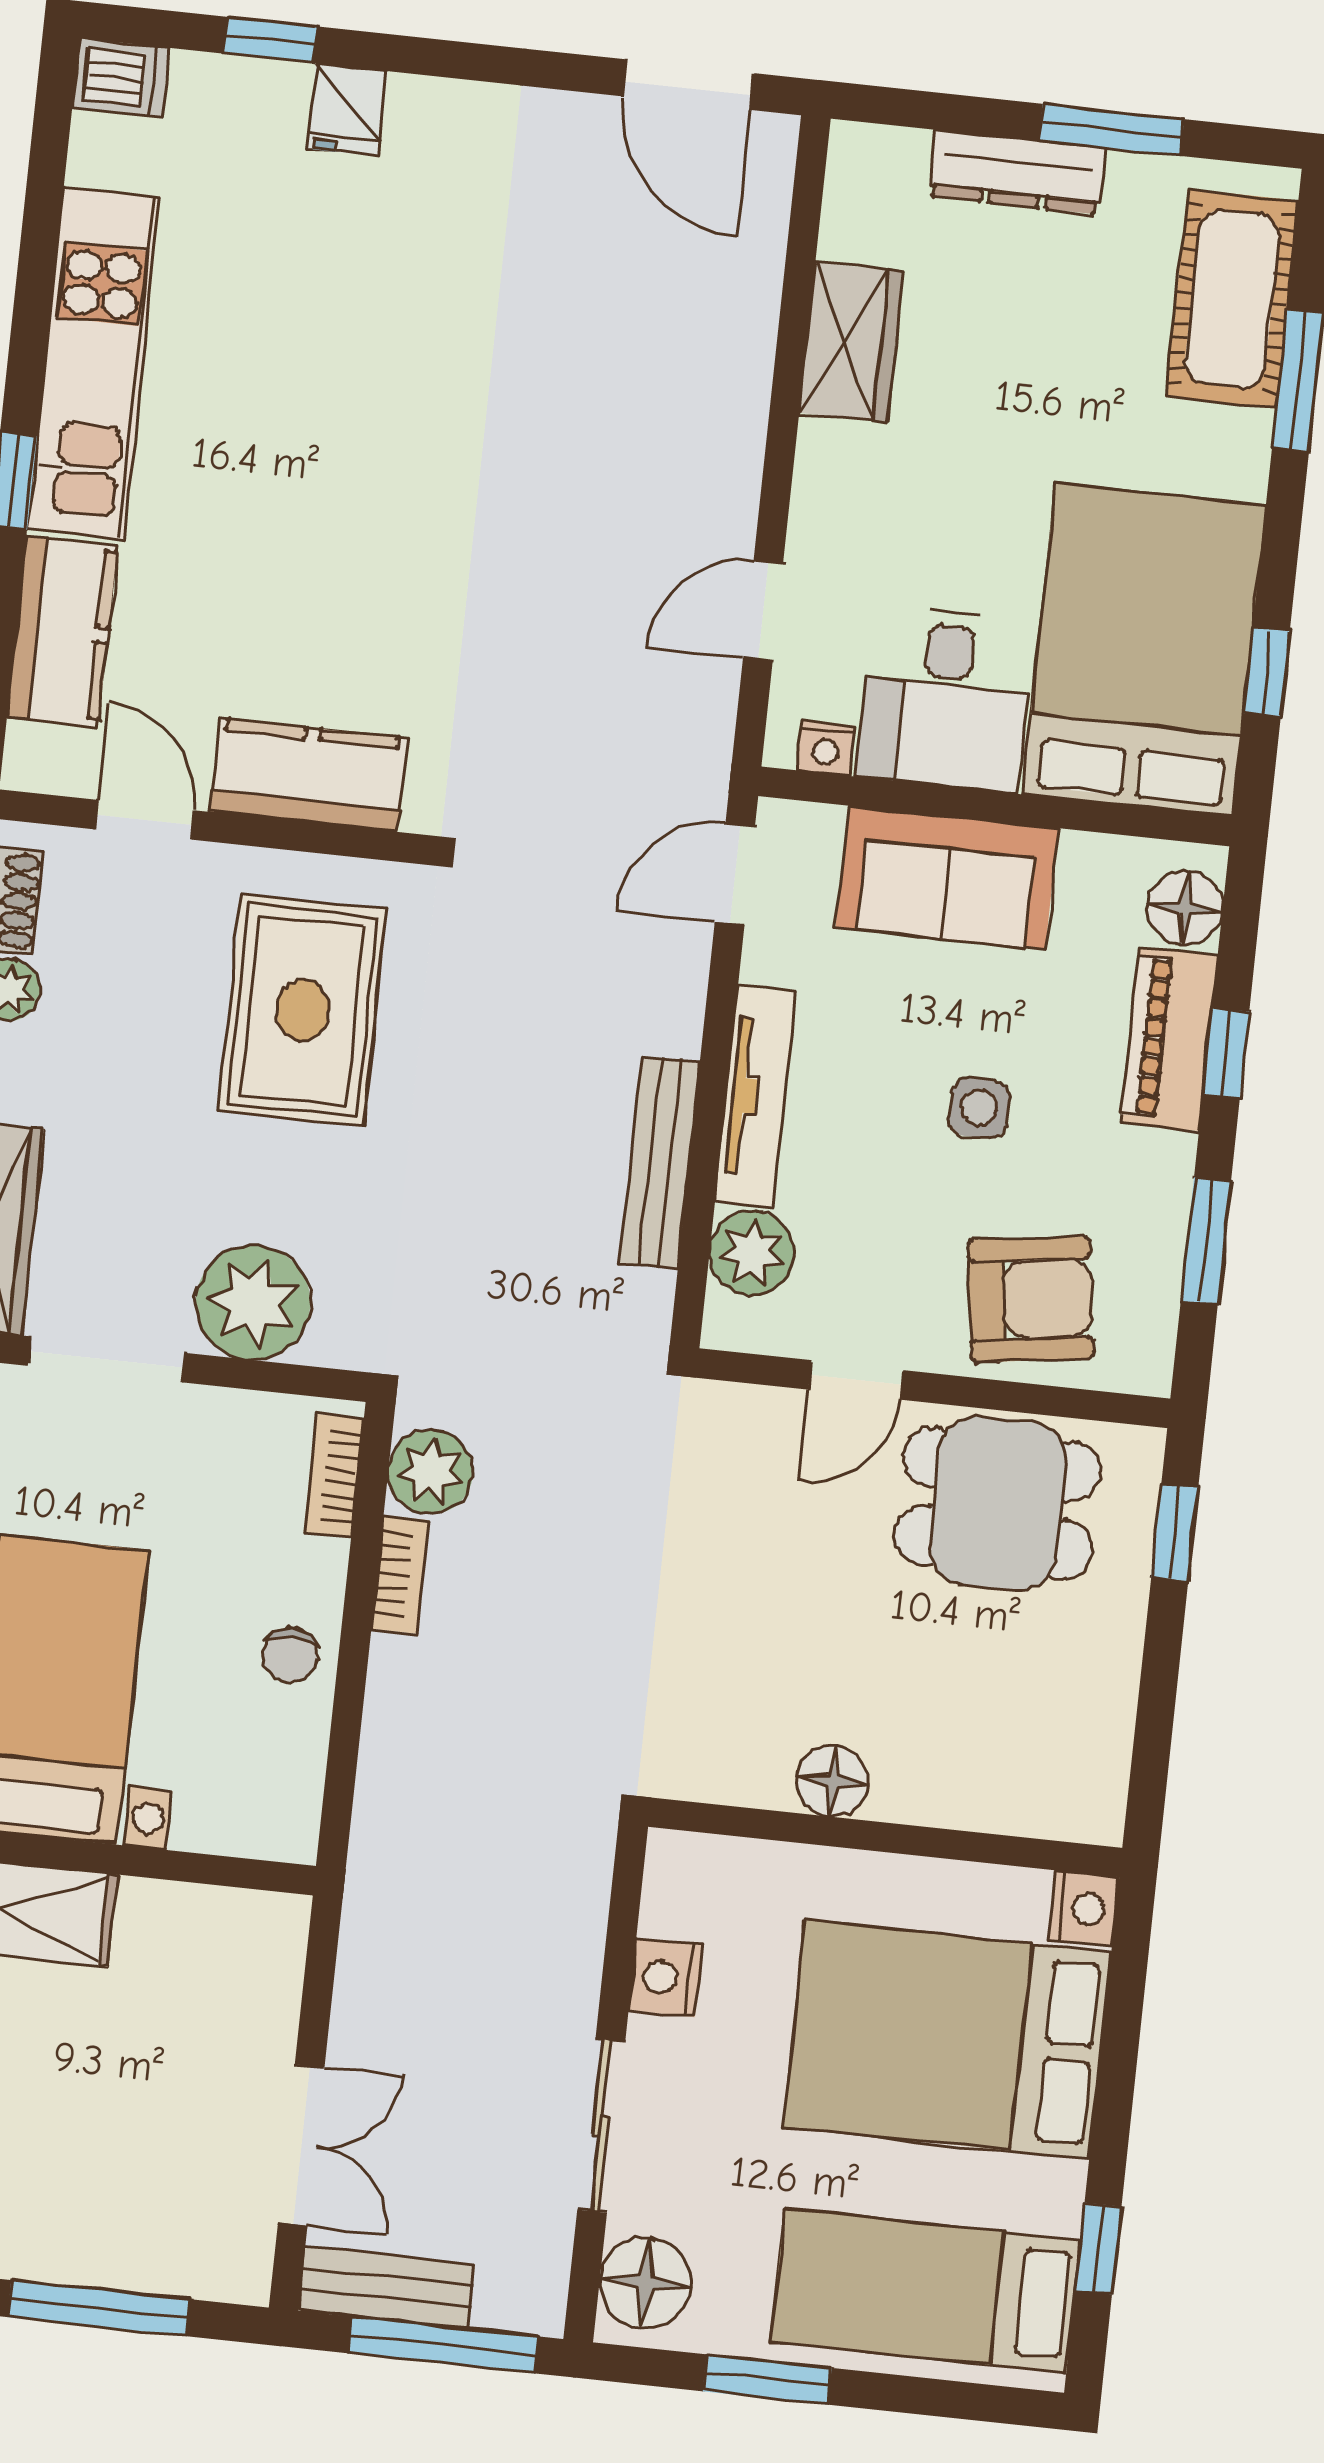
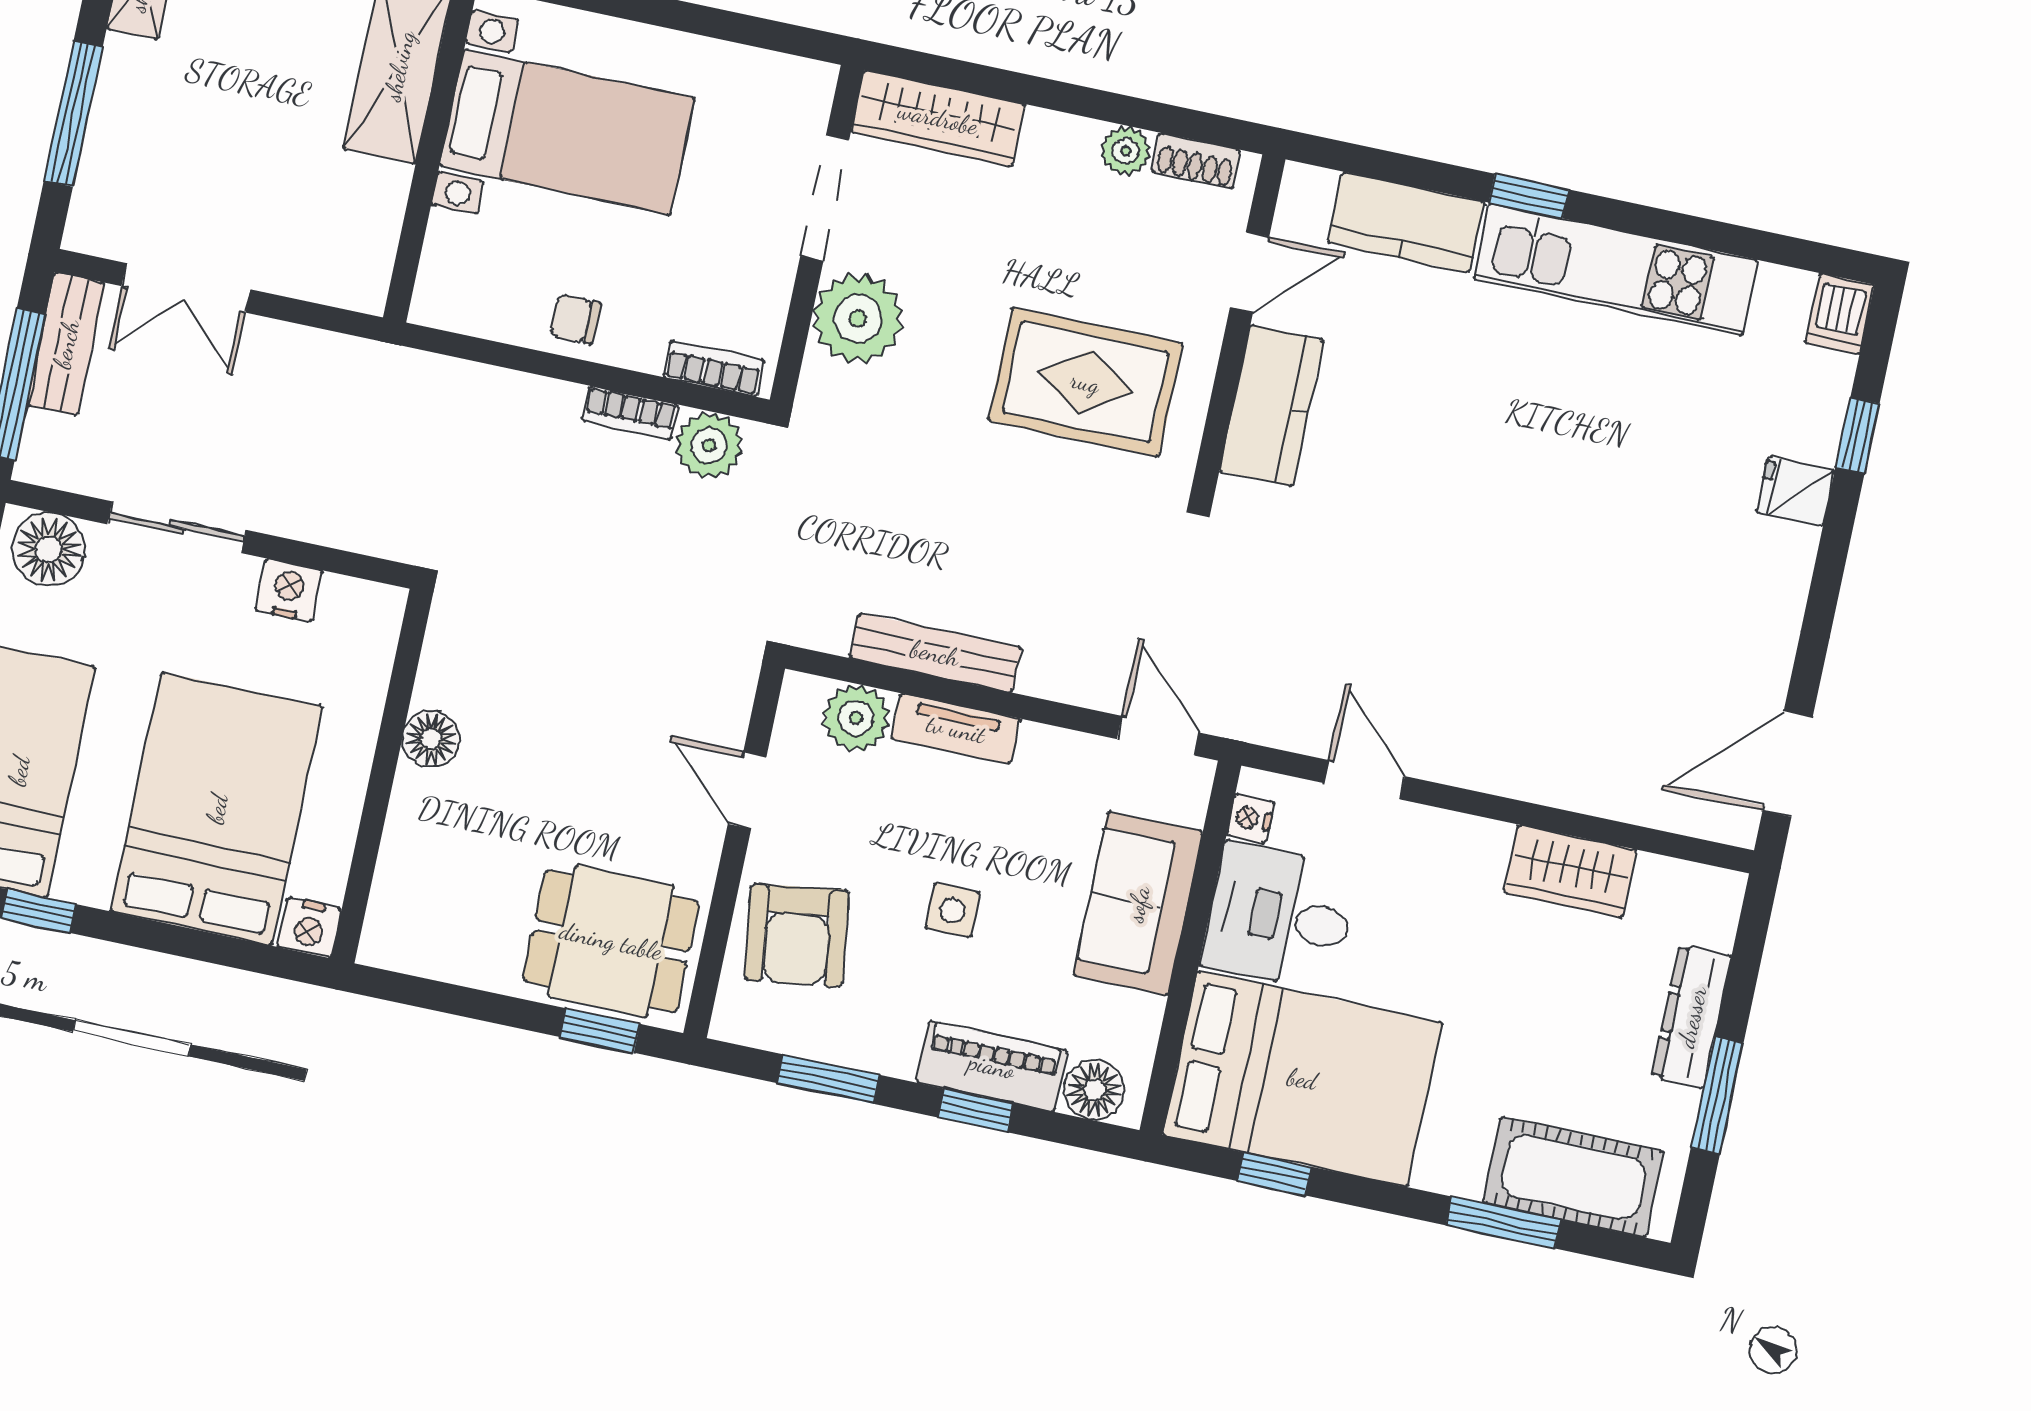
tv unit: (755, 1097) -> (956, 729), width x0.71
dining table: (998, 1503) -> (611, 941), moved, turned 90

